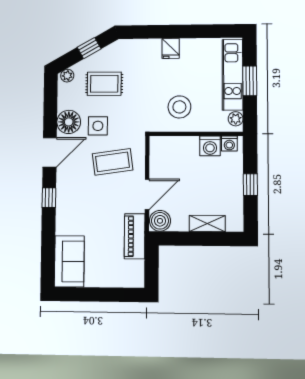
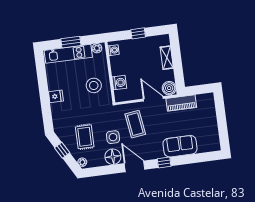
washing machine: (210, 146) -> (119, 83), moved
sofa: (69, 261) -> (180, 146), moved

